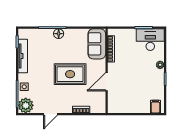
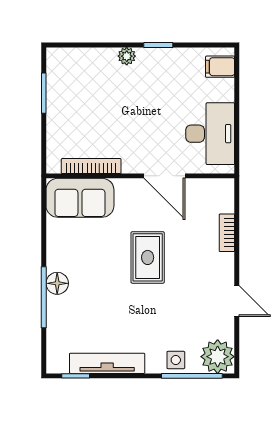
desk: (150, 40) -> (210, 134), moved, turned 180
rug: (70, 74) -> (148, 257), width x0.73, depth x0.70

